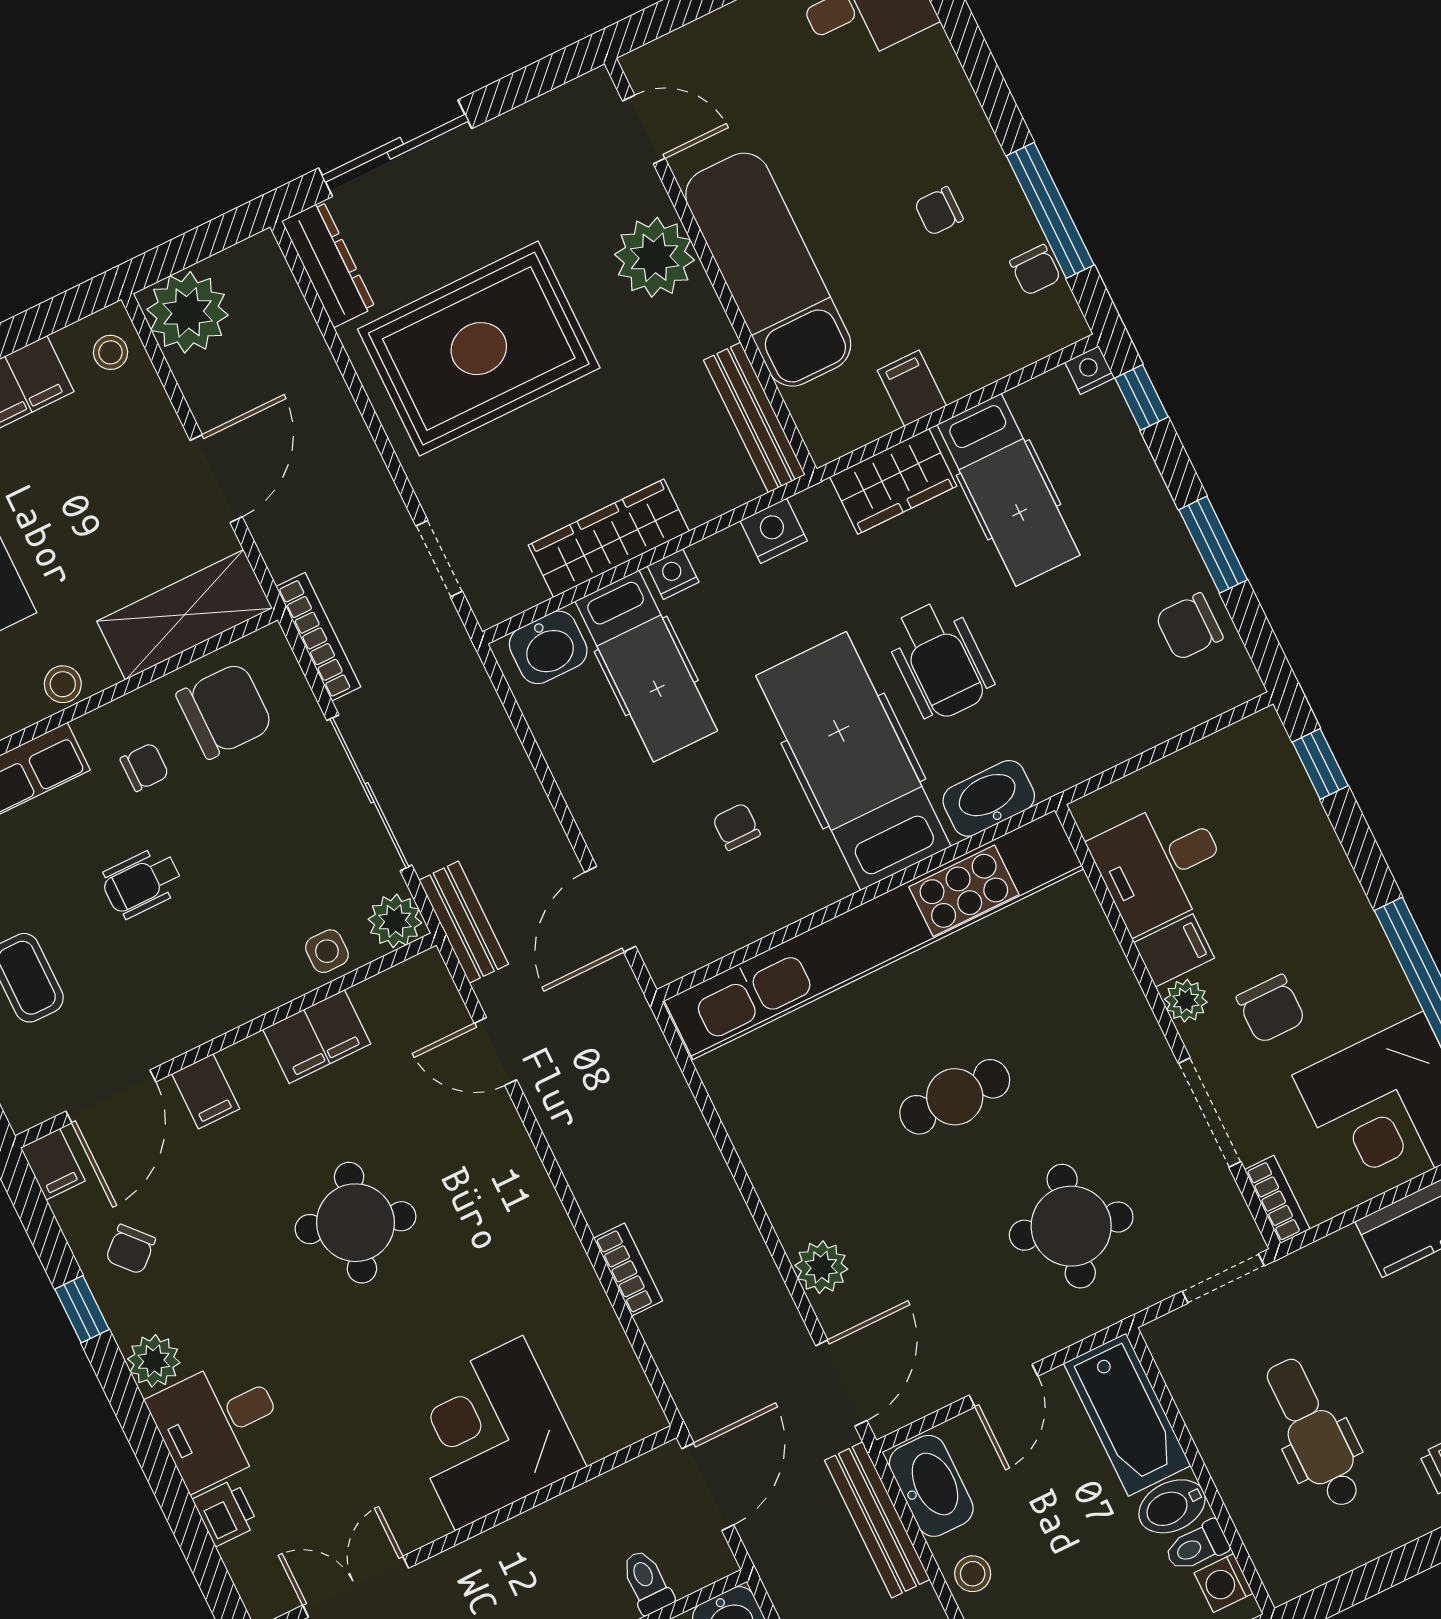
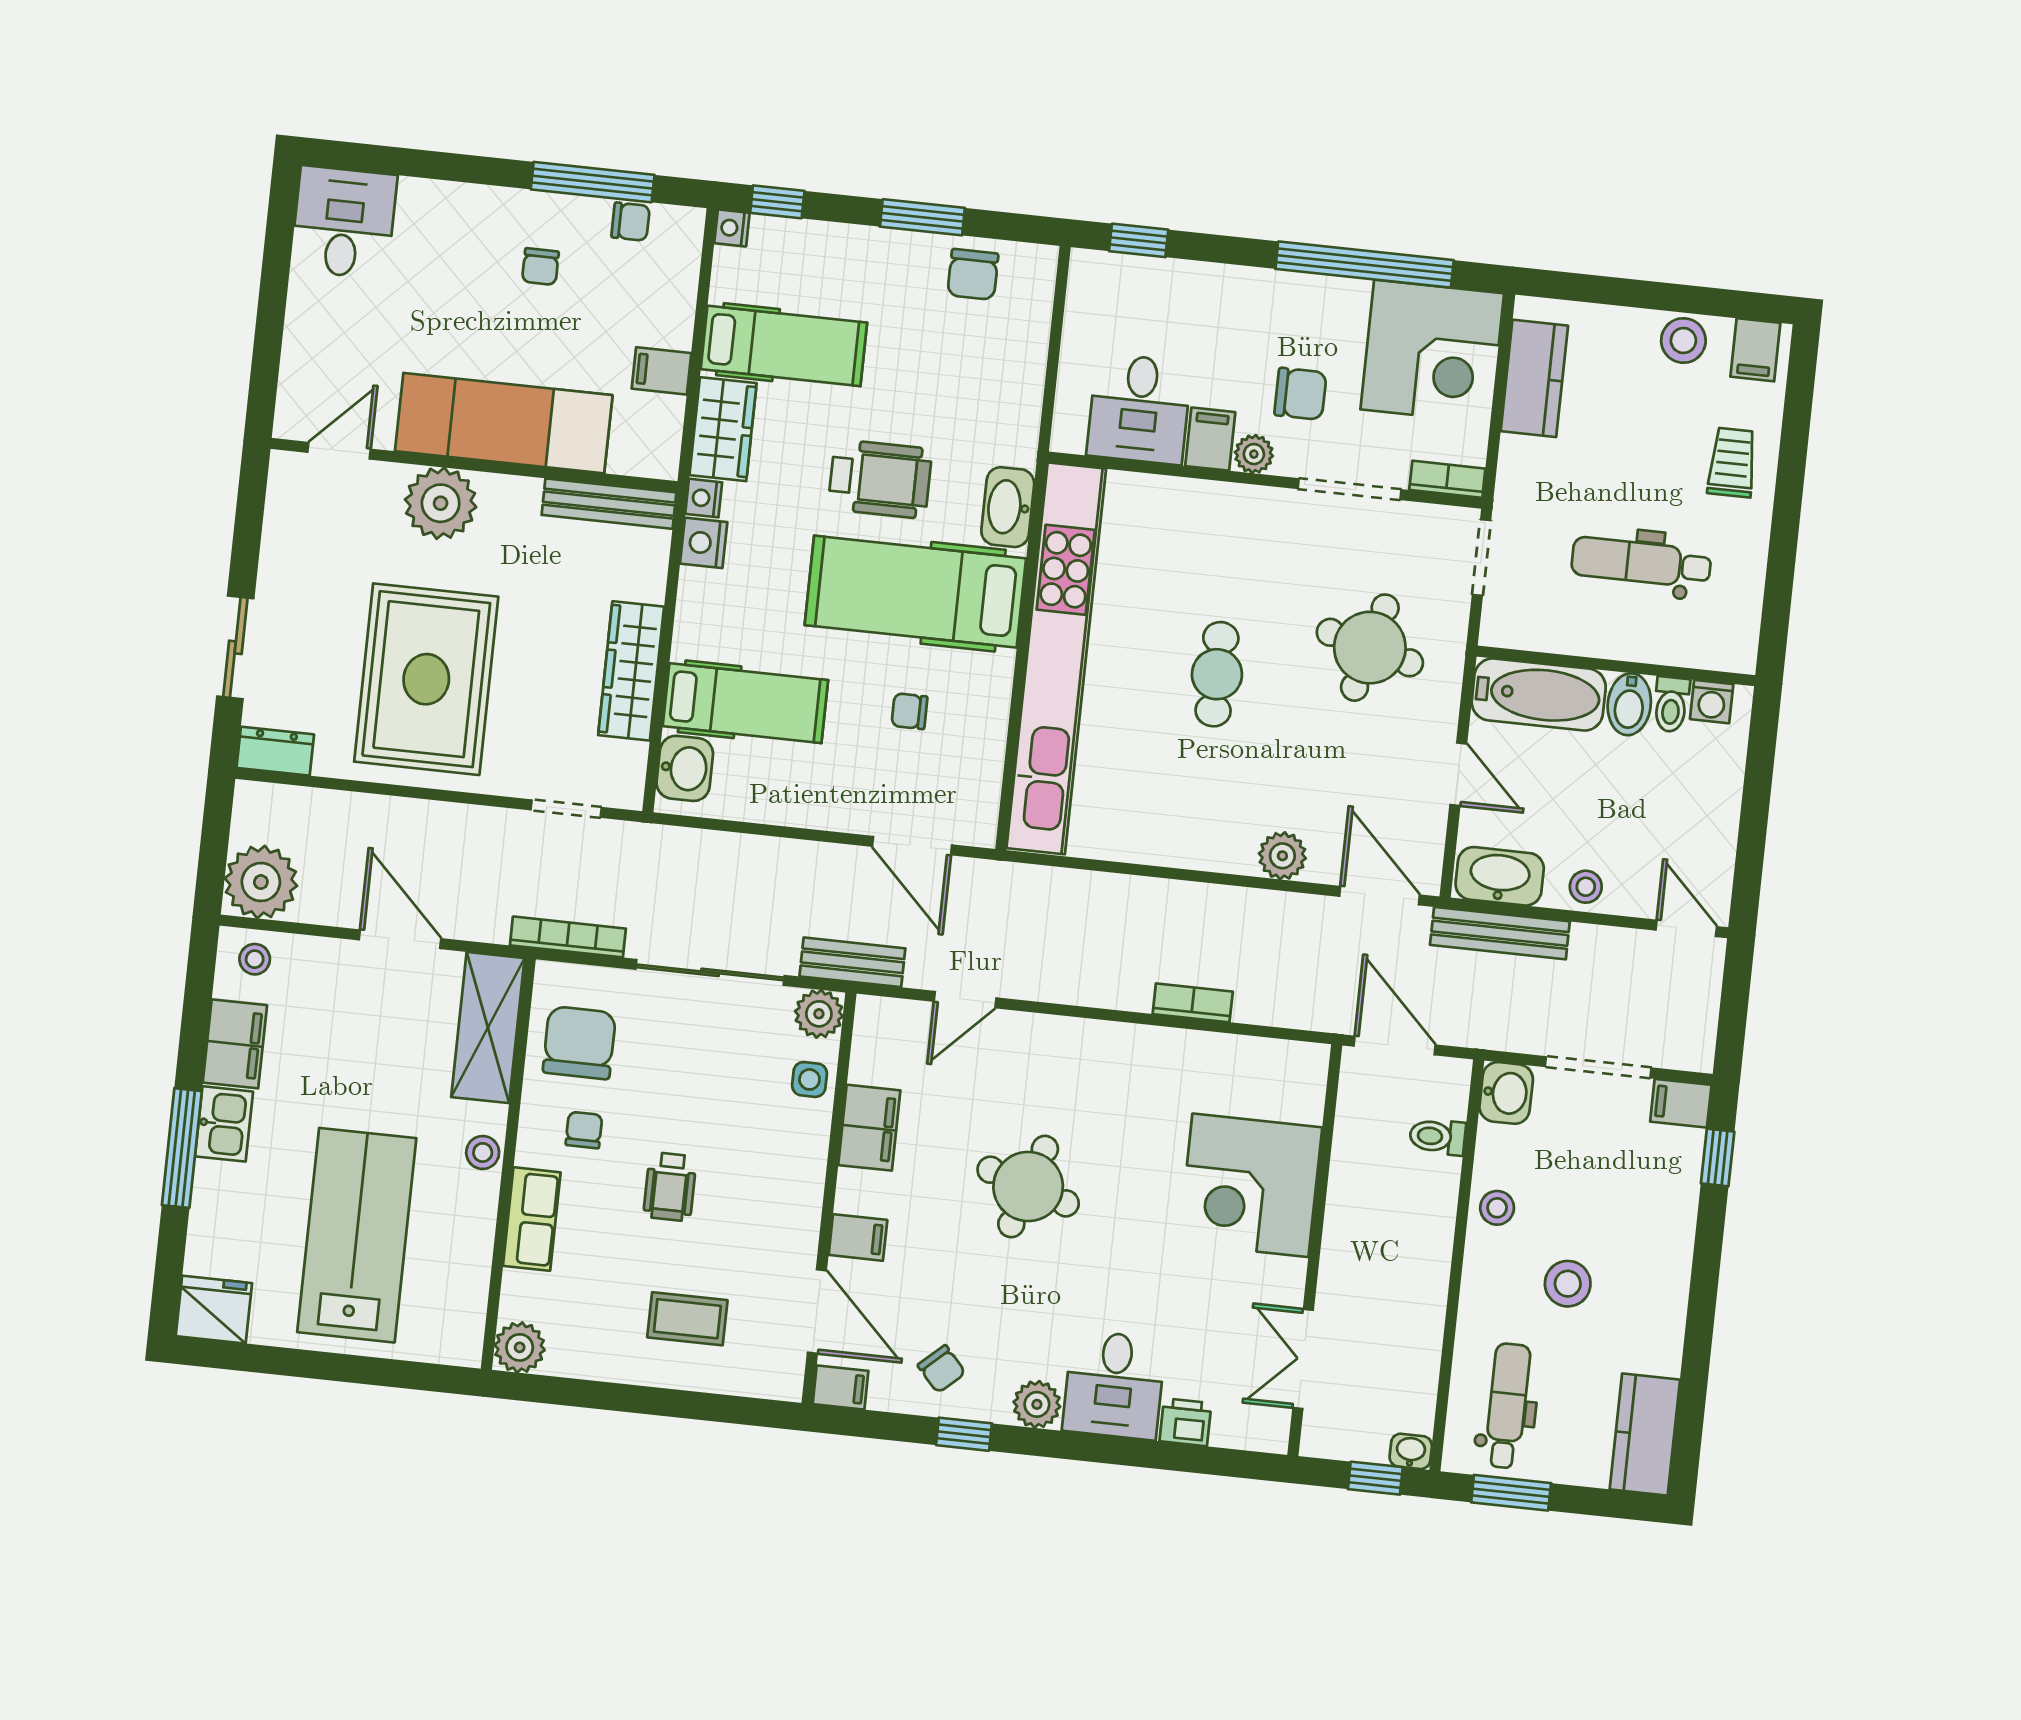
sliding door: (395, 148) -> (235, 647), width x0.73
dresser: (328, 264) -> (275, 751), width x0.70
nightstand: (673, 574) -> (704, 498), moved

